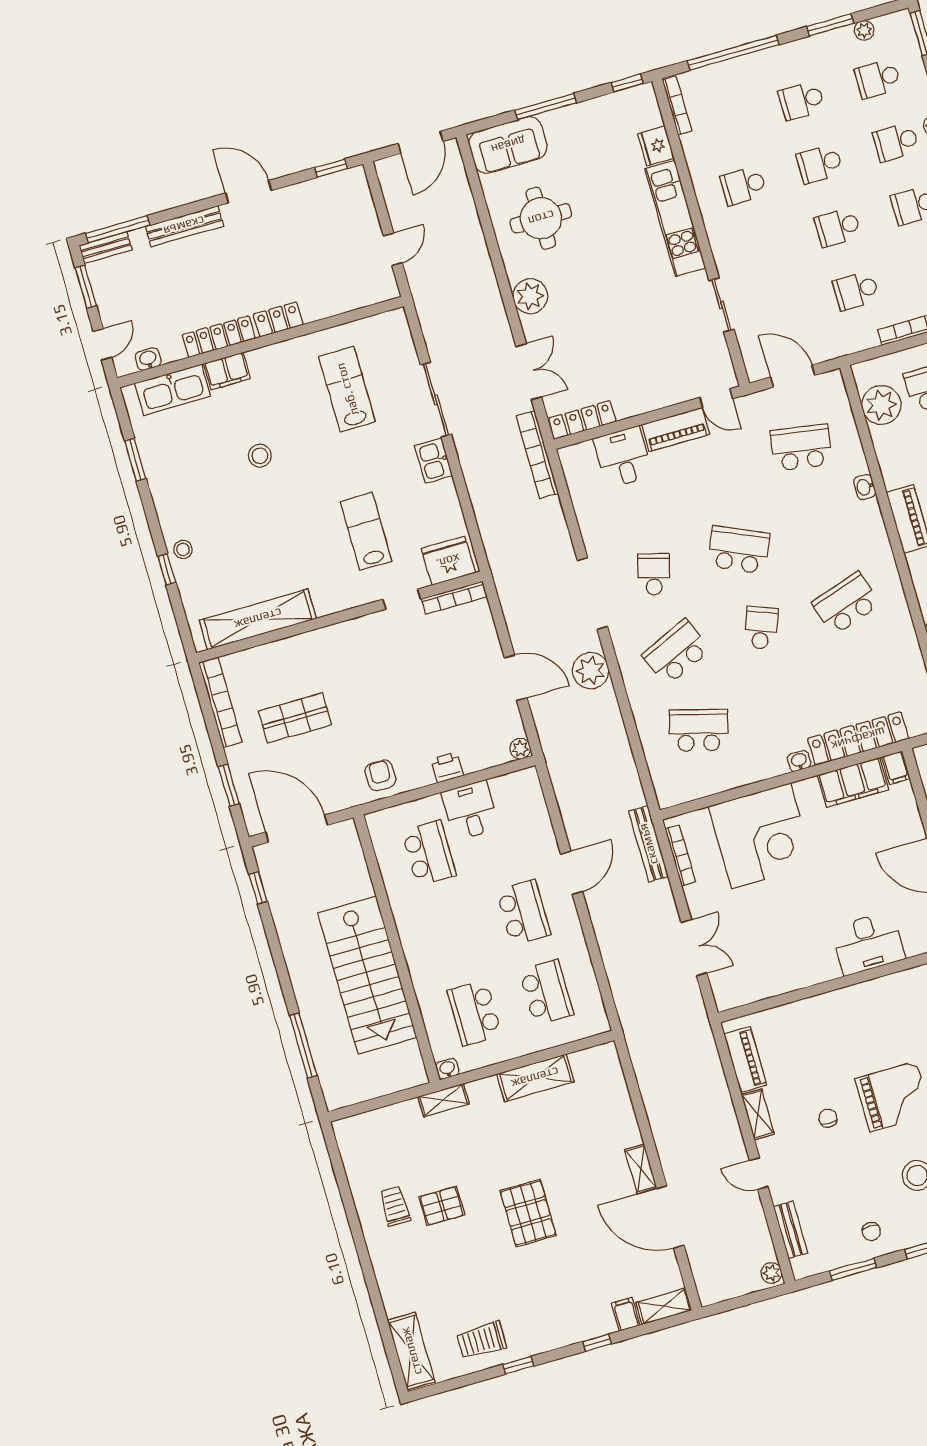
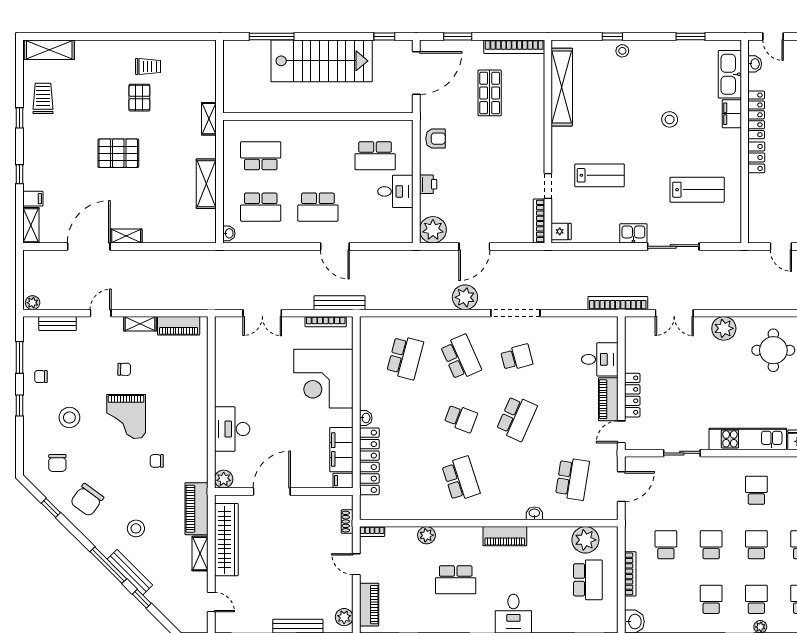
locker: (582, 420) -> (632, 395), moved
fridge: (448, 561) -> (561, 231), width x0.53, depth x0.75
school desk: (654, 574) -> (517, 357), turned -30
plant: (520, 749) -> (433, 230), width x1.87, depth x1.87
stairs: (367, 975) -> (322, 61), moved, turned 180
washbasin: (447, 1069) -> (229, 233), moved

